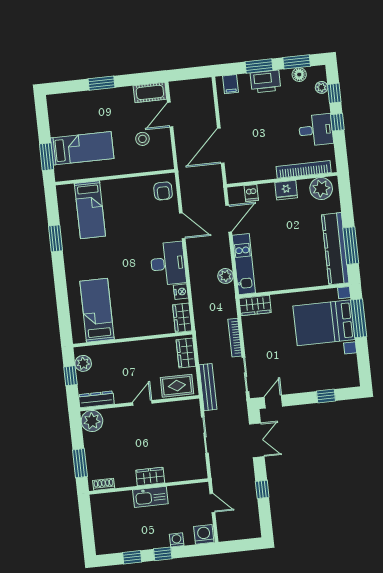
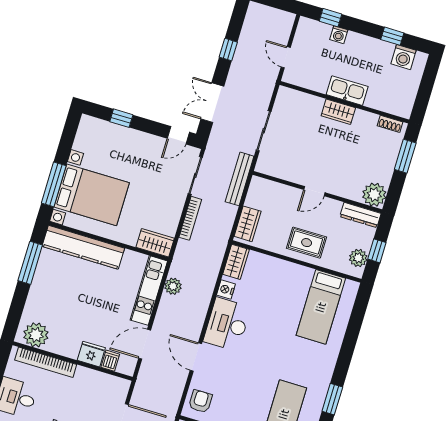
fridge: (286, 190) -> (91, 354), moved
kitchen counter: (335, 249) -> (83, 247), moved, turned 90
rug: (177, 386) -> (307, 243), moved
washing machine: (204, 534) -> (404, 57), moved
window: (163, 554) -> (330, 18), moved

